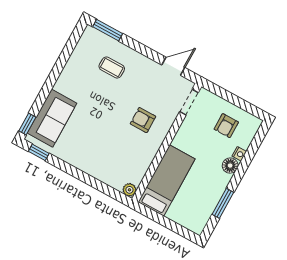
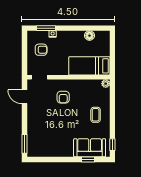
coffee table: (112, 68) -> (96, 115), moved
window: (27, 124) -> (88, 160), moved
floor lamp: (230, 166) -> (89, 36), moved
window: (223, 203) -> (46, 28), moved

